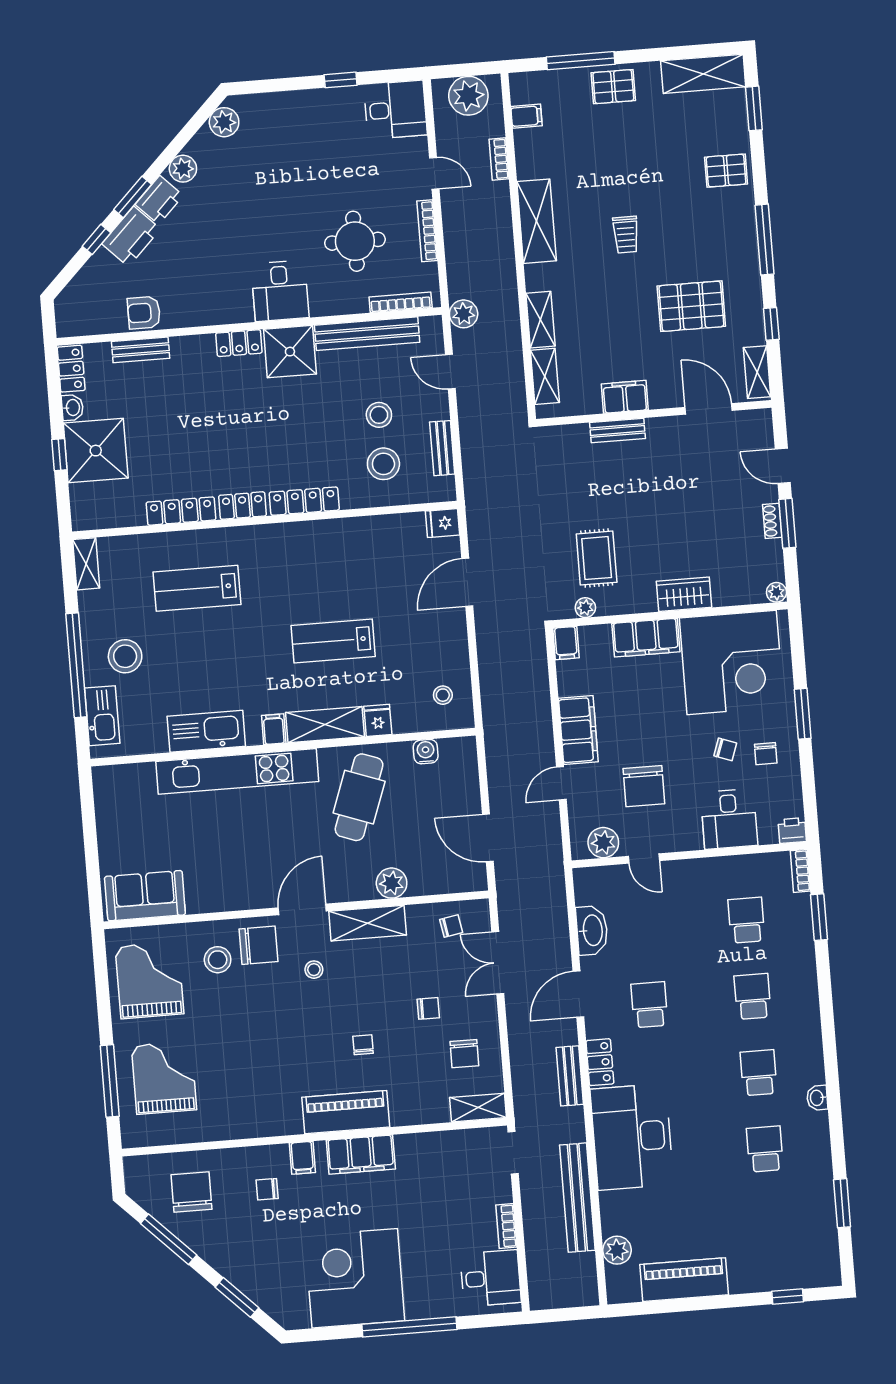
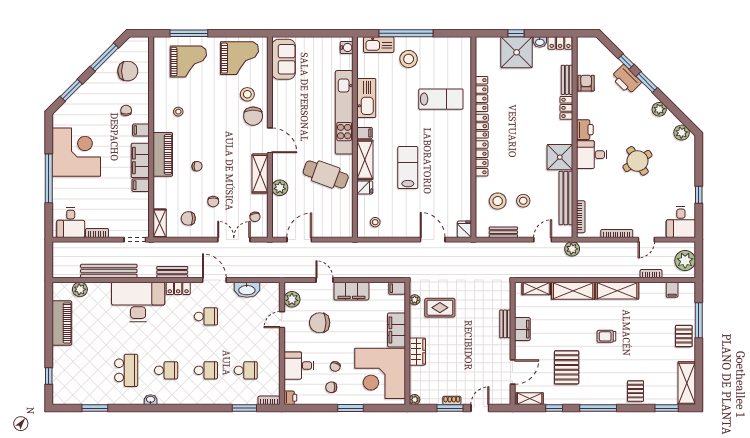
printer: (159, 200) -> (585, 130), moved, turned -135
round table: (355, 241) -> (637, 161), moved, turned -32
shelving: (540, 320) -> (573, 291), width x1.50, depth x1.33
locker: (239, 343) -> (566, 108), moved
shelving: (86, 564) -> (458, 43), removed
lab bench: (197, 588) -> (441, 99), turned 90
water cooler: (426, 752) -> (347, 47), moved
stool: (314, 970) -> (178, 112), moved
school desk: (765, 1149) -> (126, 370), width x1.85
filing cabinet: (408, 1150) -> (141, 185), added

